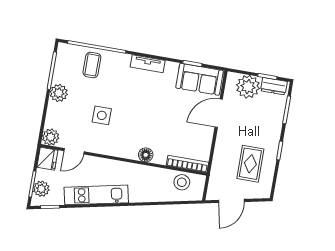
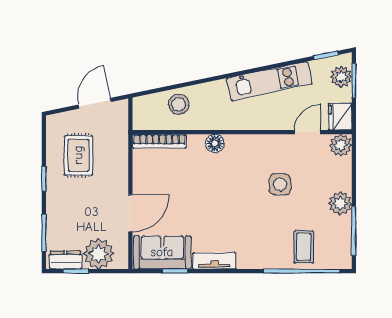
tv unit: (148, 64) -> (214, 261), moved
stool: (182, 182) -> (179, 104), moved

